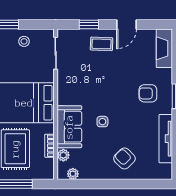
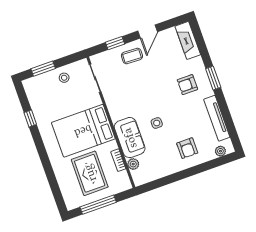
armchair: (124, 158) -> (187, 148), turned -135
plant: (73, 174) -> (220, 151), moved

